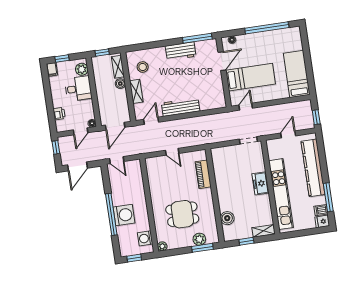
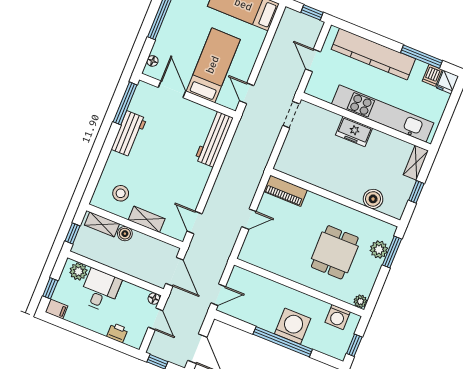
workbench: (181, 107) -> (214, 139), moved
piano: (203, 174) -> (285, 191), moved

